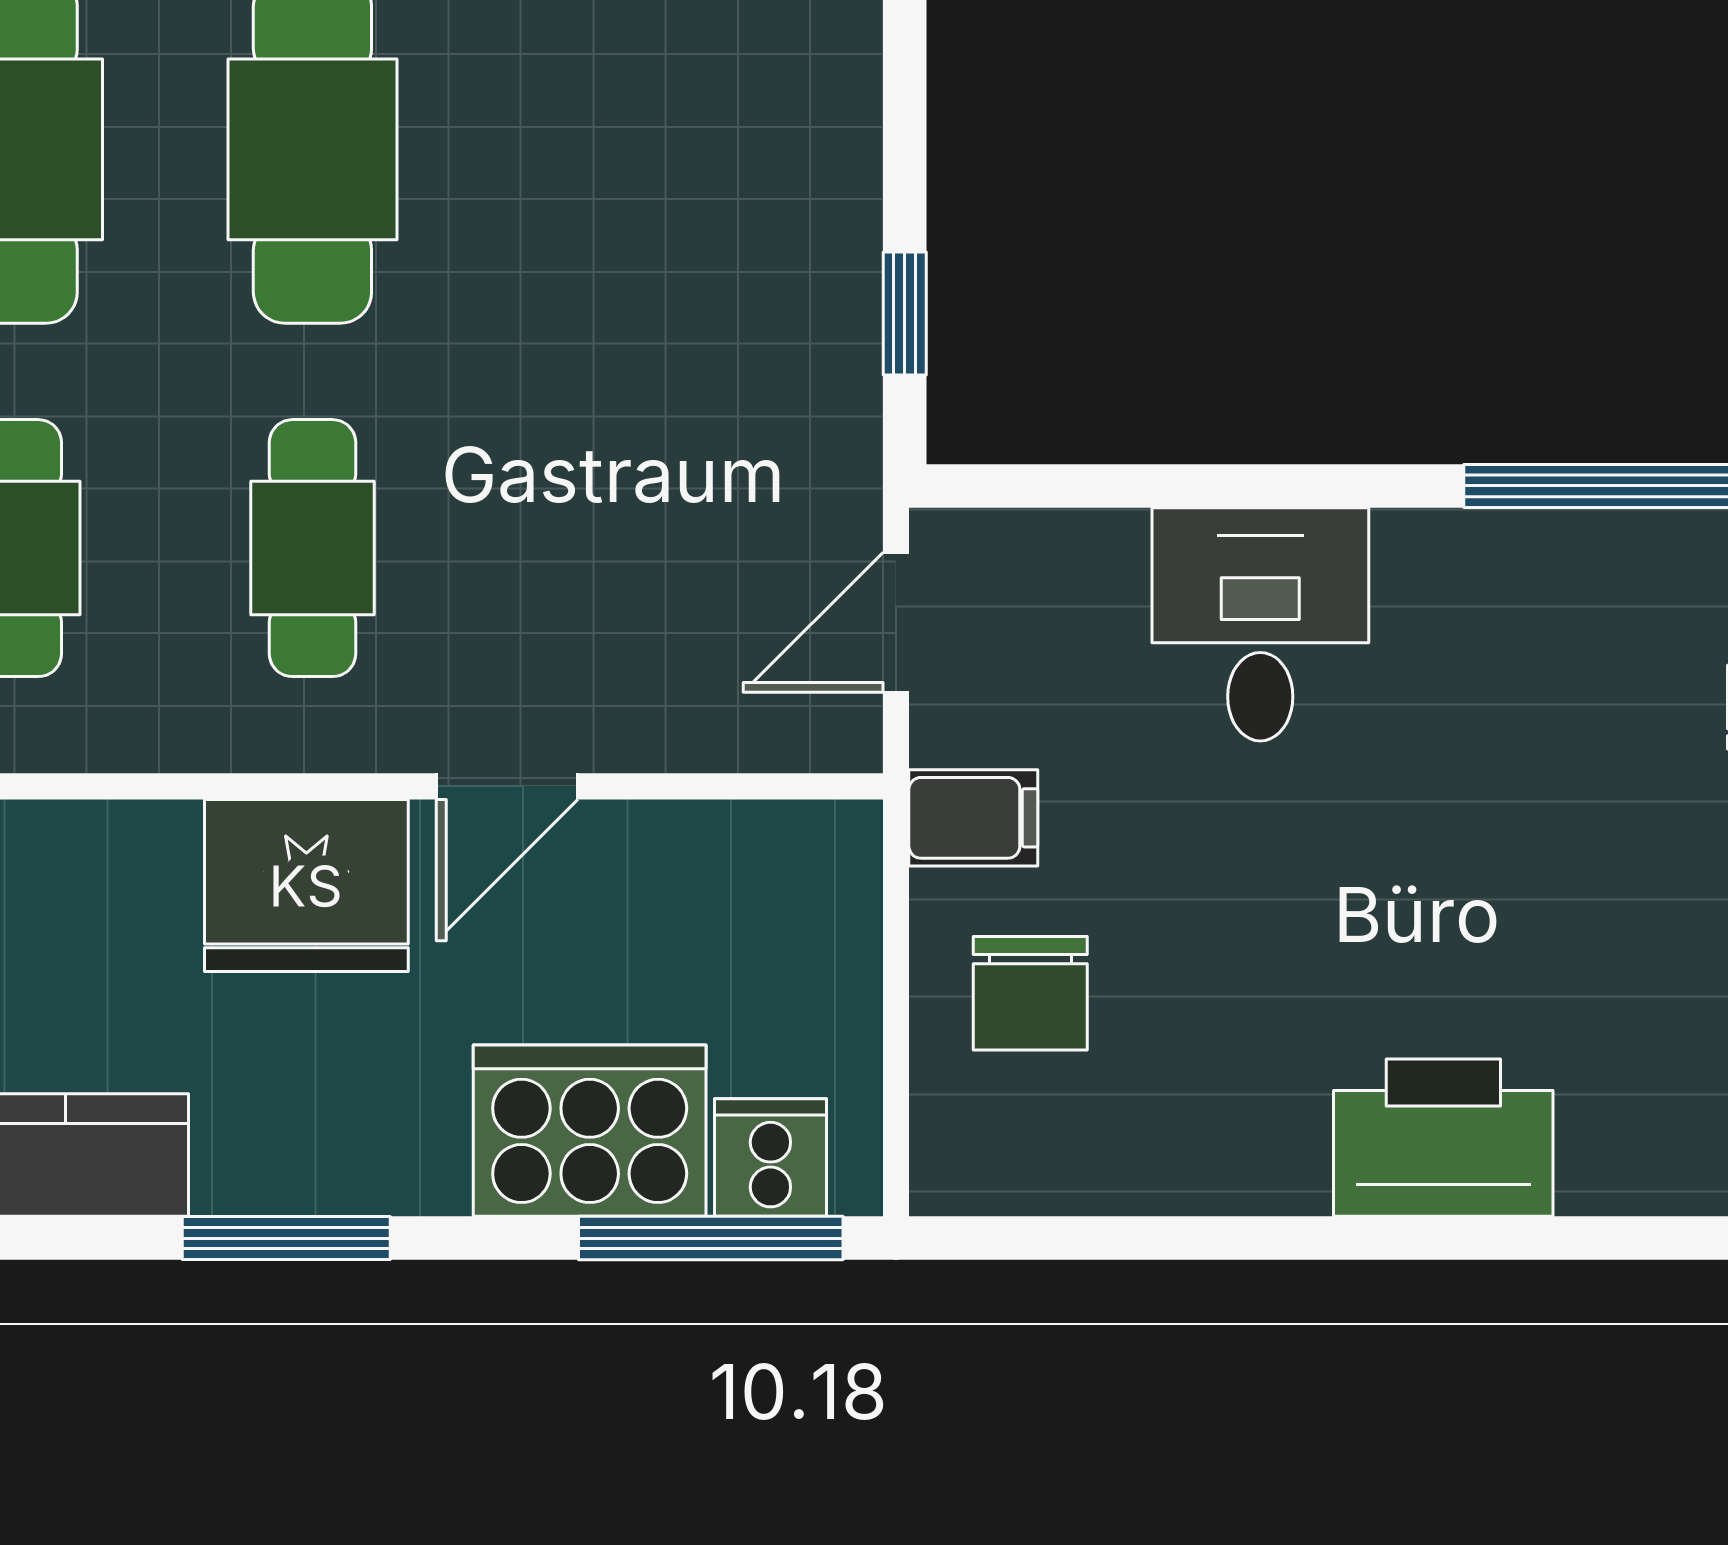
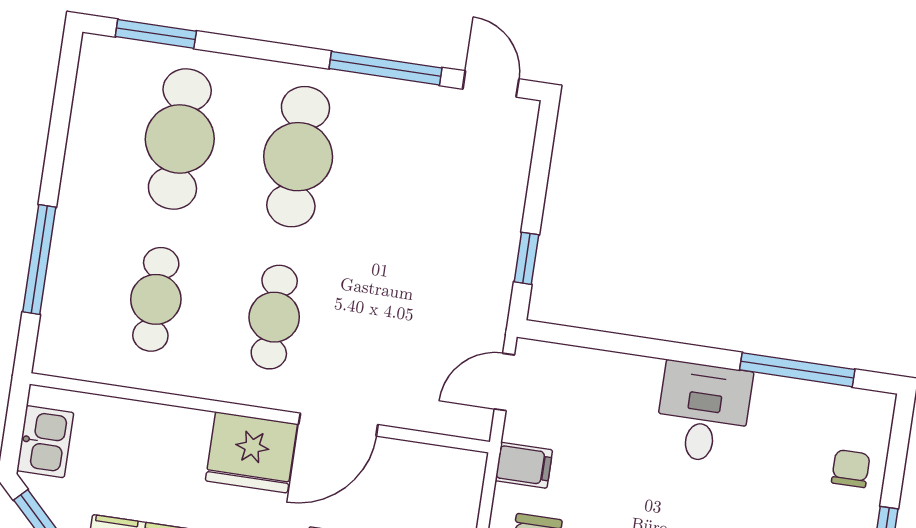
desk: (1260, 624) -> (703, 413), moved
door: (507, 786) -> (338, 425), width x1.38

